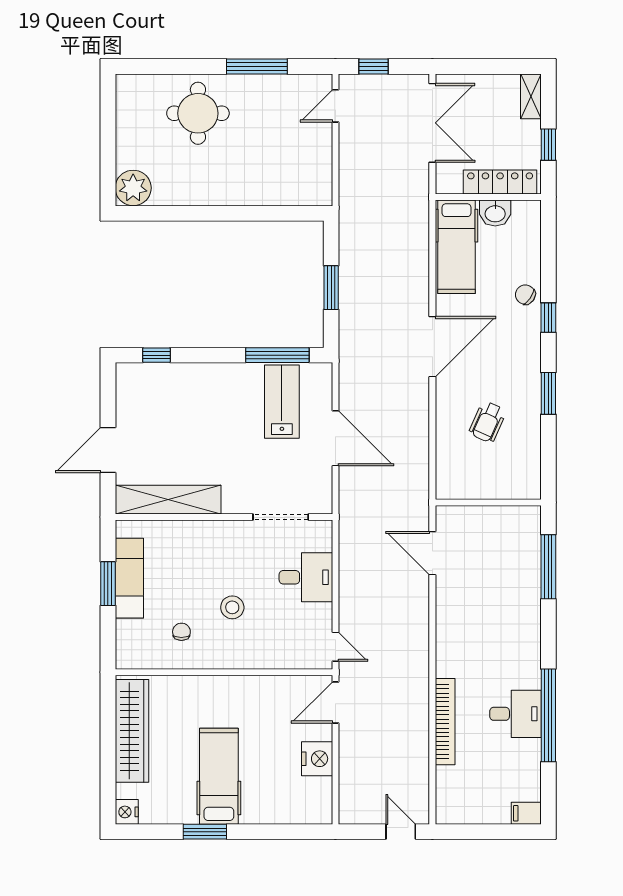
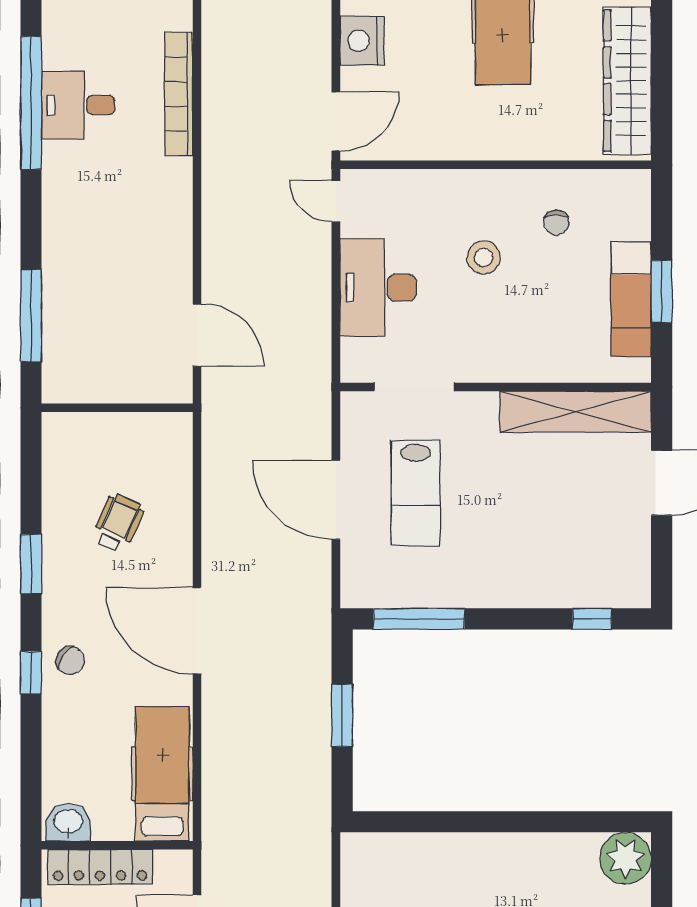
washbasin: (495, 213) -> (68, 822), moved
chair: (525, 295) -> (70, 661), moved
door: (432, 347) -> (197, 631), hinge flipped
lab bench: (282, 402) -> (416, 493), moved
desk: (306, 577) -> (378, 288), width x1.37

